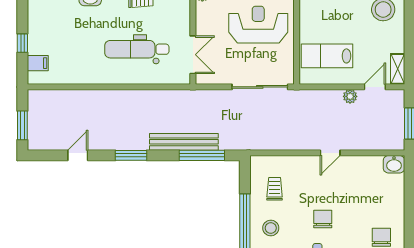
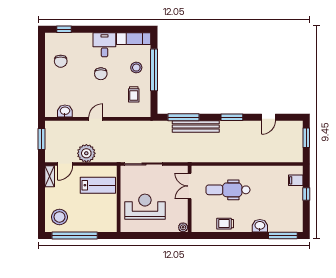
reception desk: (258, 25) -> (145, 207), turned 180
dental chair: (137, 49) -> (228, 190), turned 180
plant: (350, 96) -> (86, 153), width x1.87, depth x1.87
washbasin: (394, 164) -> (65, 111), moved

